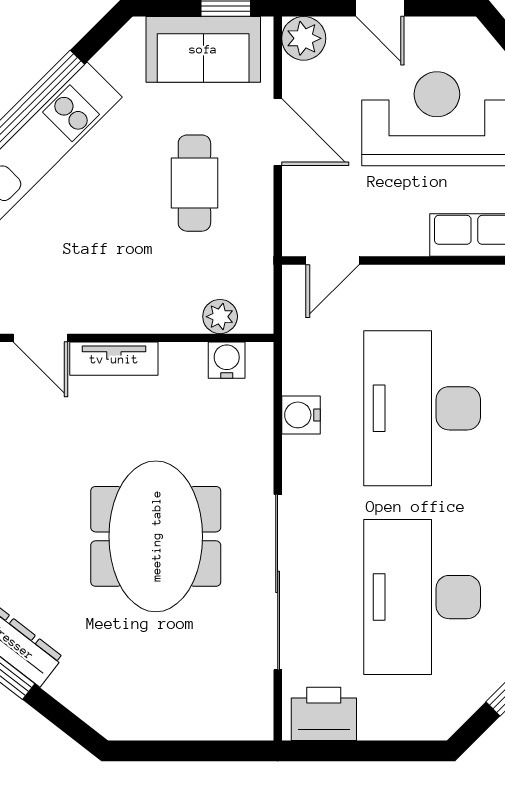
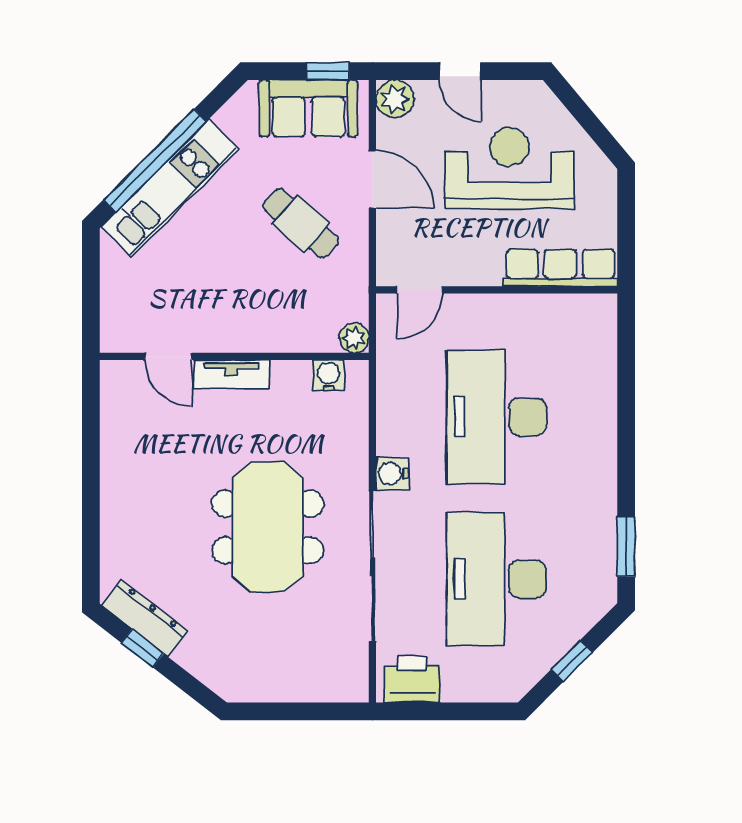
cafe table: (194, 183) -> (301, 223), turned -49
plant: (220, 317) -> (354, 338), moved
water cooler: (301, 415) -> (392, 474), moved

